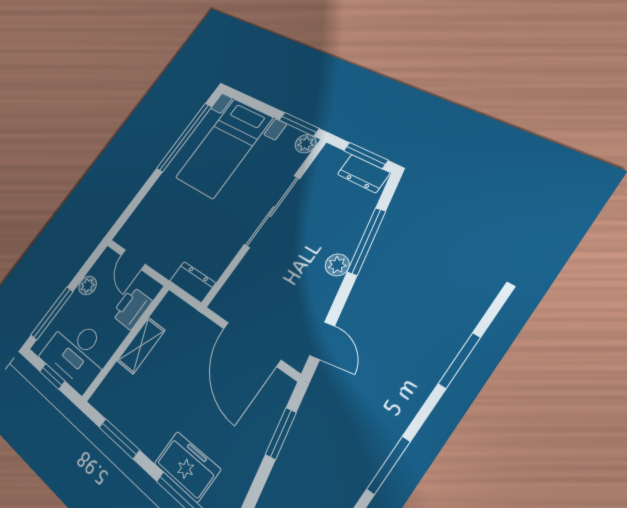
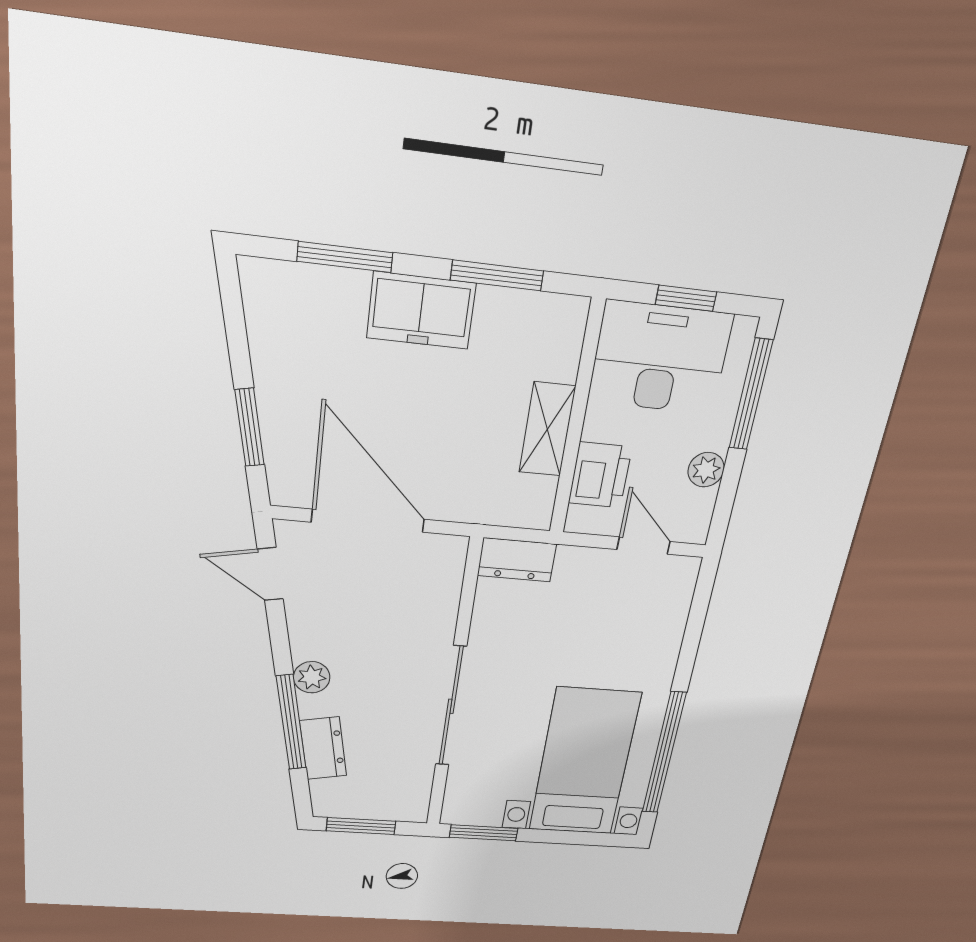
plant: (306, 144) -> (457, 811), removed
dresser: (363, 174) -> (323, 748), moved, turned 79
freezer: (187, 466) -> (421, 311), moved

